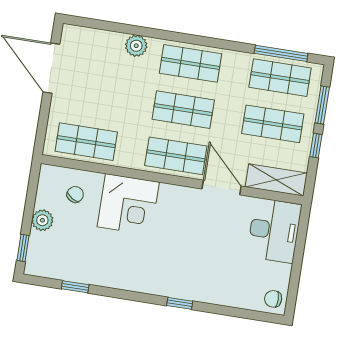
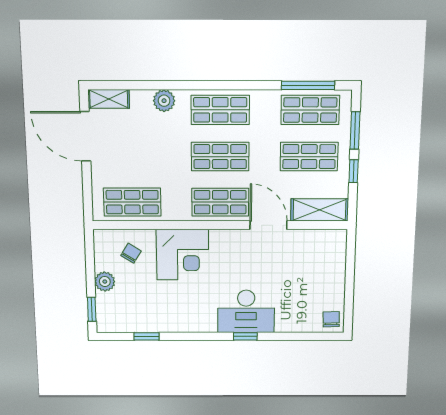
shelving: (82, 35) -> (109, 99), added
desk: (274, 230) -> (246, 311), moved, turned 90
chair: (273, 299) -> (331, 319), turned 88

